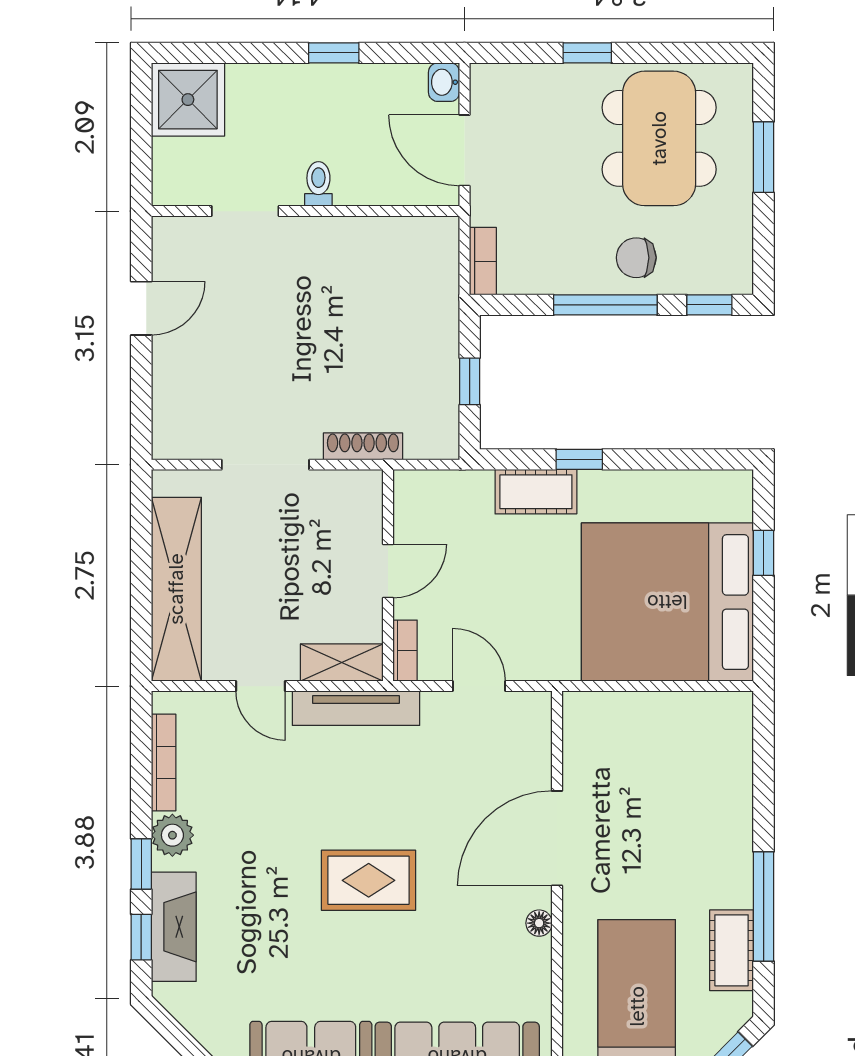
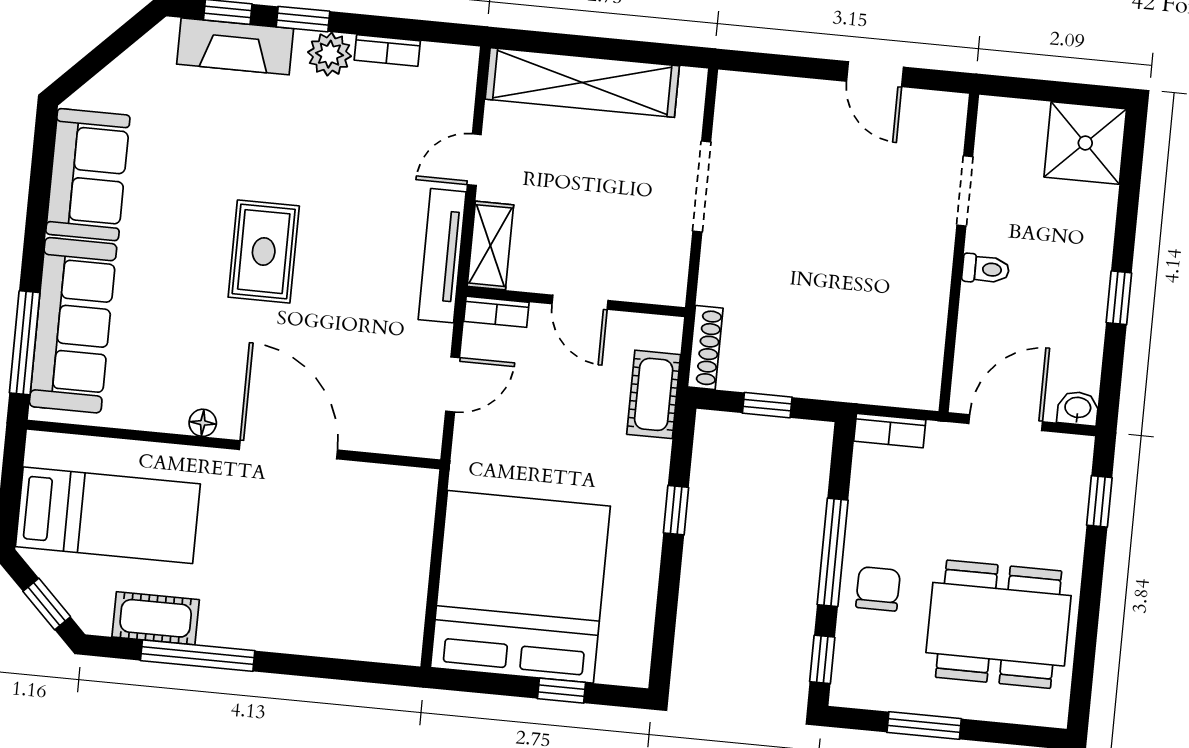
window: (587, 53) -> (1099, 501), moved
window: (764, 157) -> (924, 726), moved
shoe rack: (363, 446) -> (705, 347), moved
cot: (536, 492) -> (654, 394), moved
bookcase: (164, 763) -> (387, 51), width x0.64

